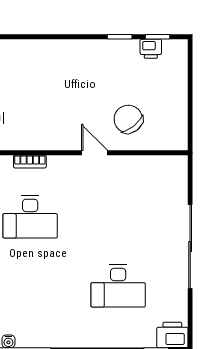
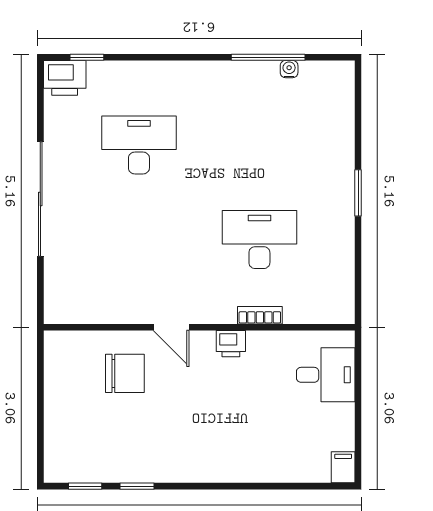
printer: (151, 49) -> (231, 344), moved, turned 180
chair: (128, 119) -> (125, 373), turned -51

